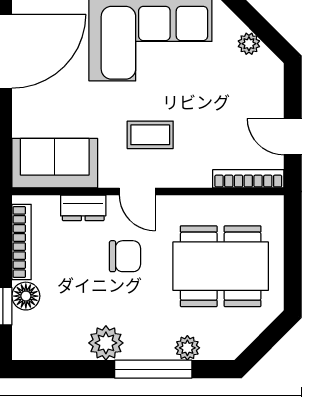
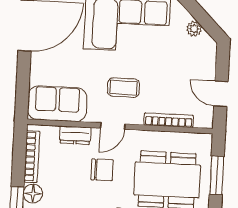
bookcase: (248, 179) -> (169, 120), moved
door: (137, 192) -> (113, 126), hinge flipped
window: (293, 256) -> (217, 175), added

